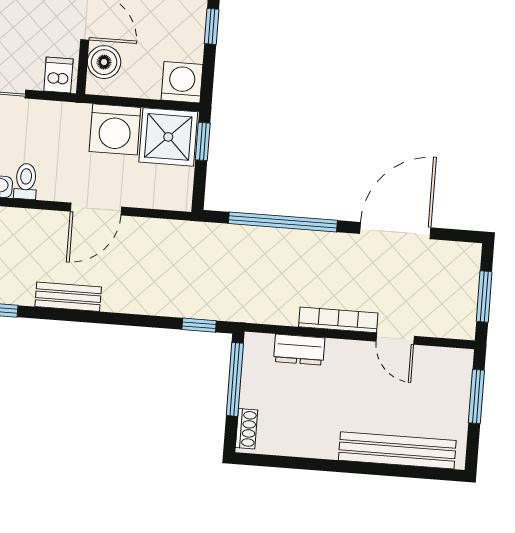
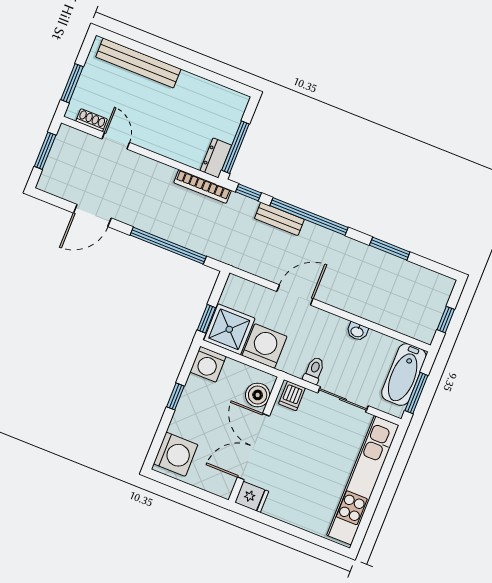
toilet: (26, 181) -> (314, 370), moved, turned 180
door: (395, 231) -> (92, 216), width x0.73
bench: (68, 297) -> (279, 219), moved
window: (110, 318) -> (309, 216), added
bookcase: (338, 320) -> (203, 187), moved
dresser: (299, 350) -> (216, 158), moved, turned -90
shoe rack: (247, 429) -> (92, 120), moved, turned 90

